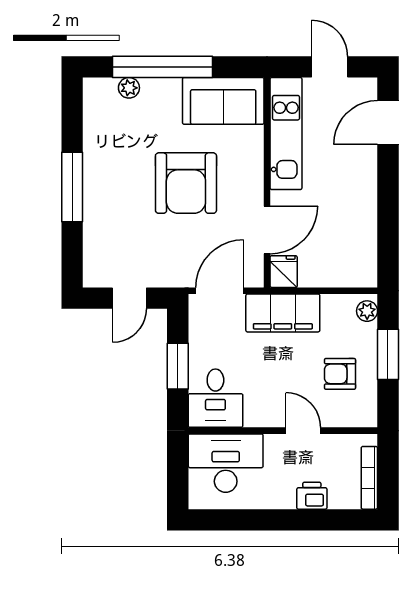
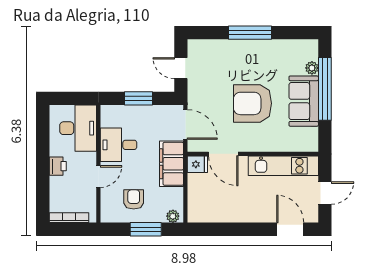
sofa: (223, 101) -> (304, 101), moved
desk: (215, 398) -> (118, 145), moved
printer: (312, 496) -> (58, 166), moved

